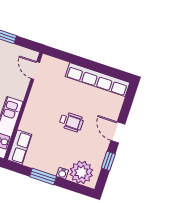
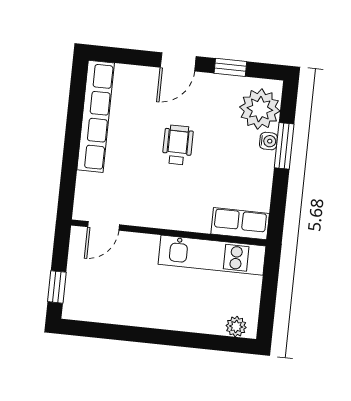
window: (43, 176) -> (284, 146), moved

